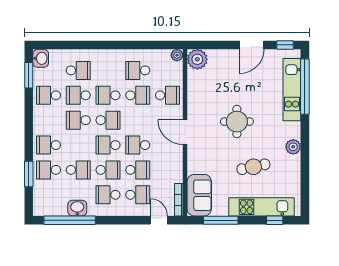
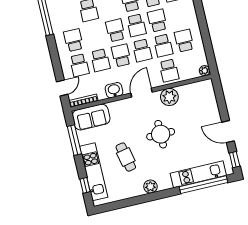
plant: (197, 59) -> (169, 97), moved
school desk: (108, 170) -> (142, 50), moved
washbasin: (77, 208) -> (114, 90), moved, turned -90

